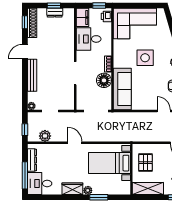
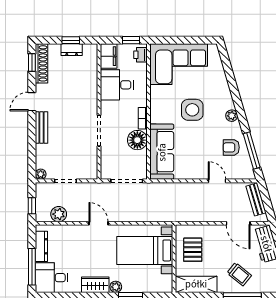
bench: (32, 75) -> (41, 128), width x0.73

